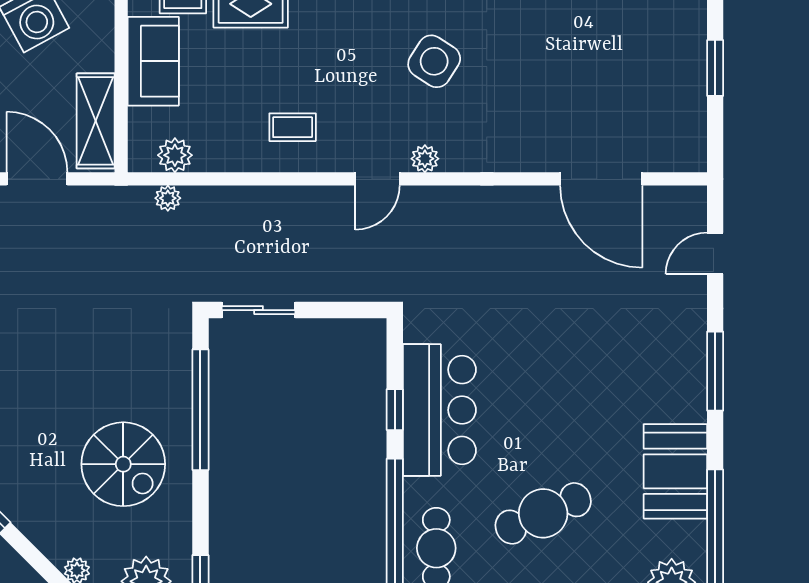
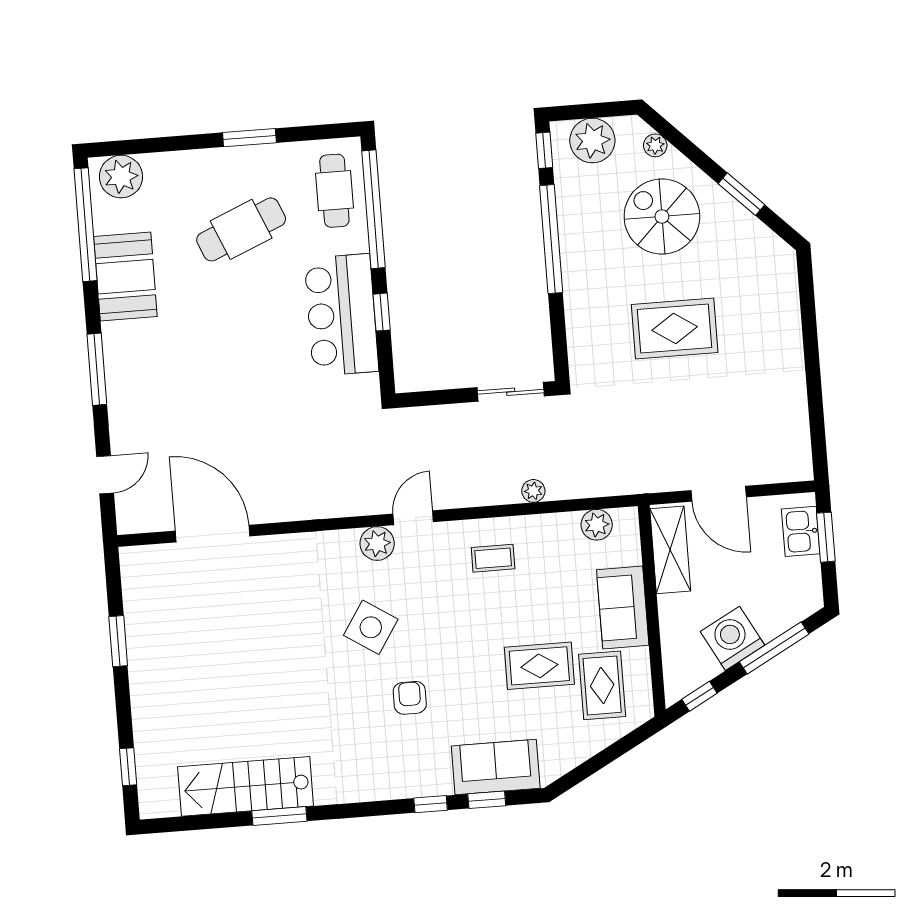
plant: (425, 159) -> (377, 543), width x1.38, depth x1.38
plant: (168, 198) -> (533, 491), moved
rug: (71, 366) -> (675, 328), added
window: (200, 410) -> (551, 239), moved
spiral stairs: (123, 464) -> (662, 216), moved

